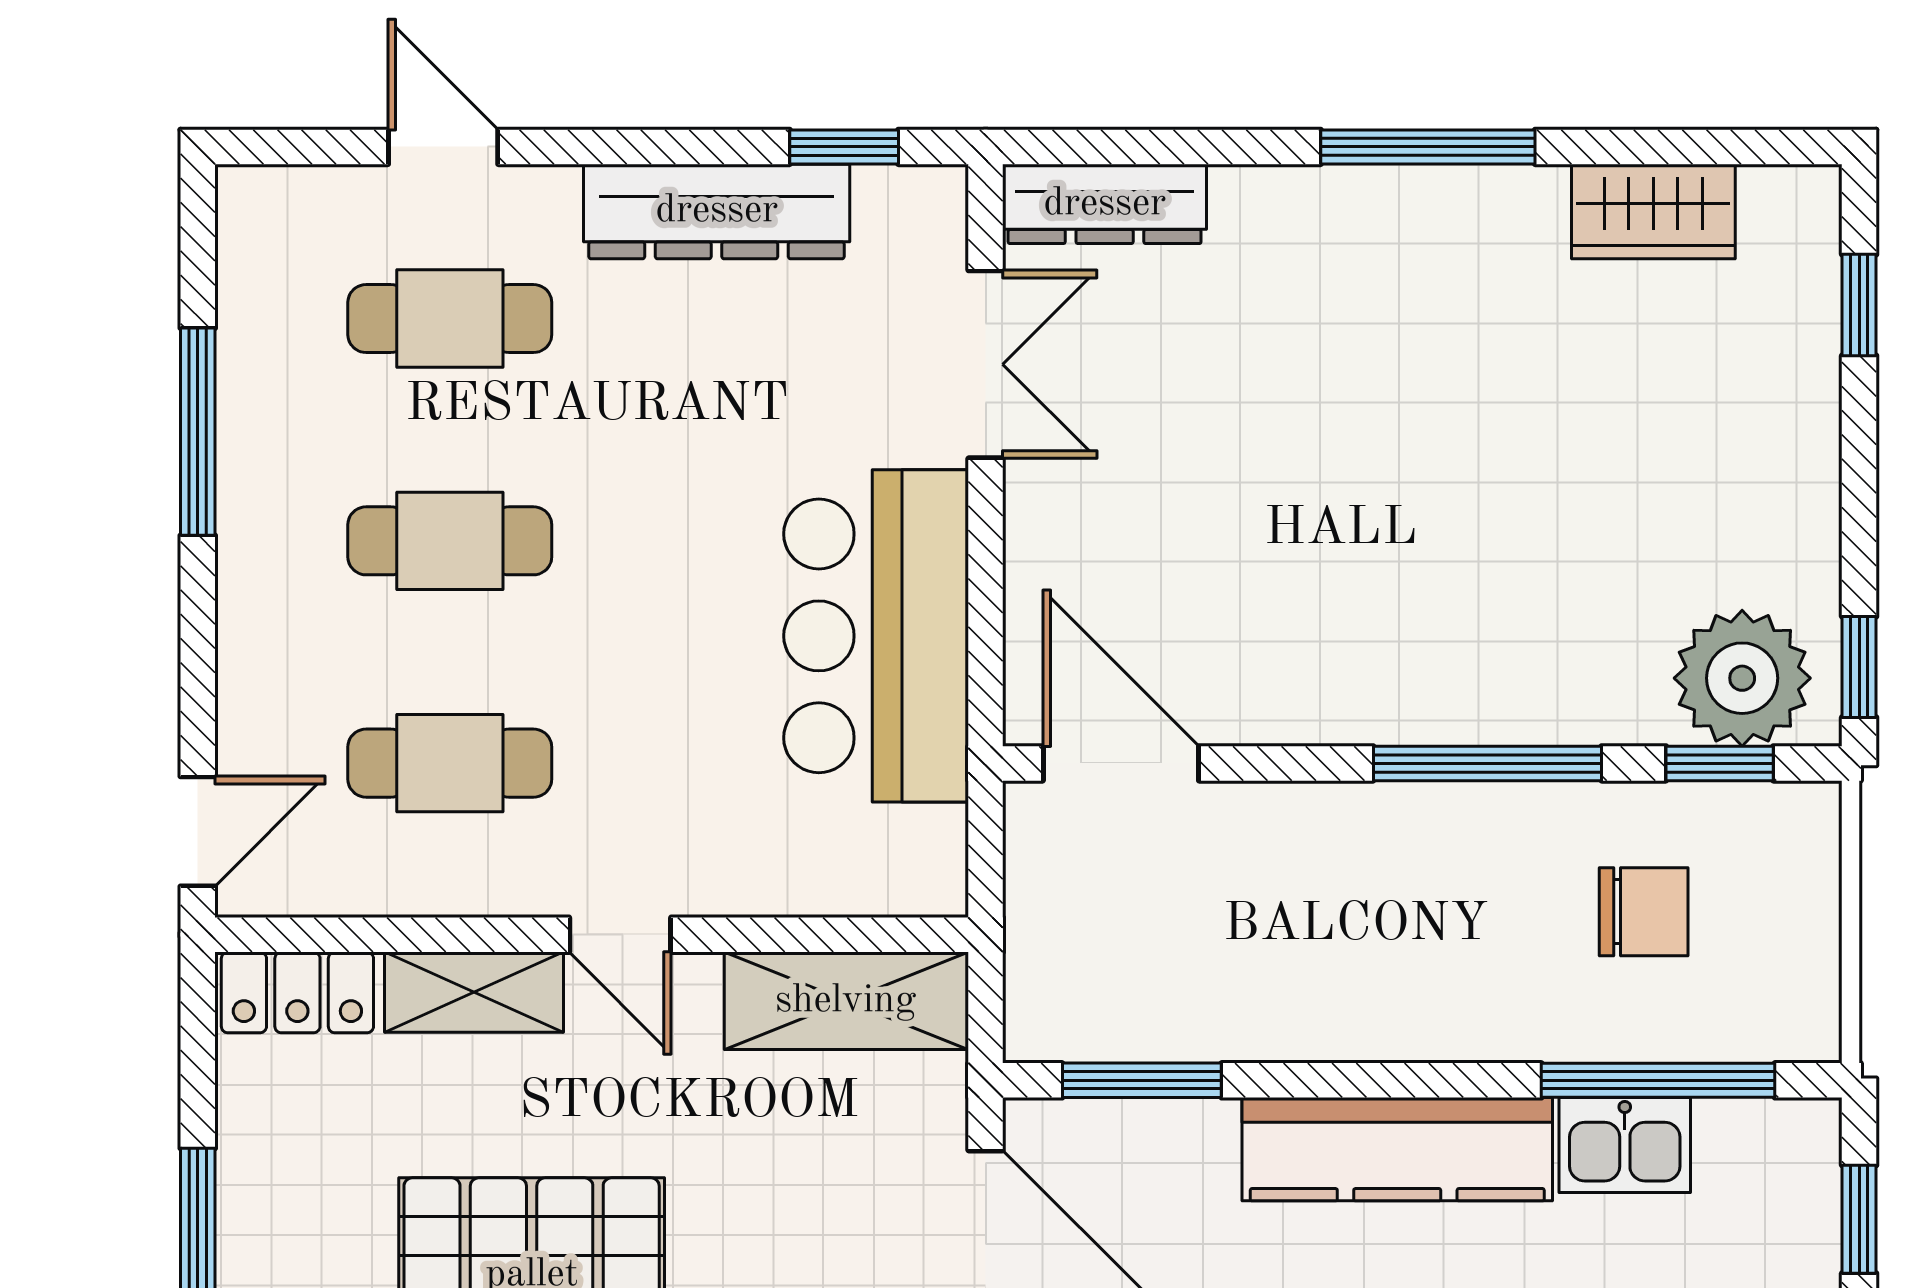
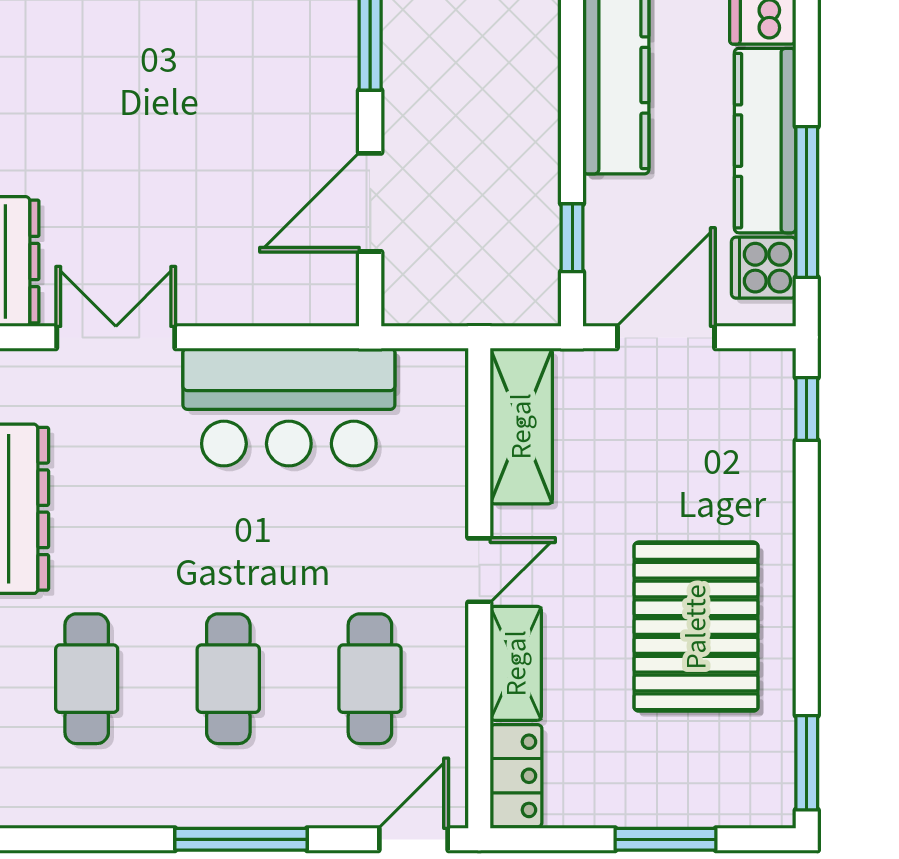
window: (198, 432) -> (241, 839), moved
door: (1121, 763) -> (370, 202), moved
door: (198, 831) -> (413, 839), hinge flipped
window: (1142, 1080) -> (572, 238), width x0.67

